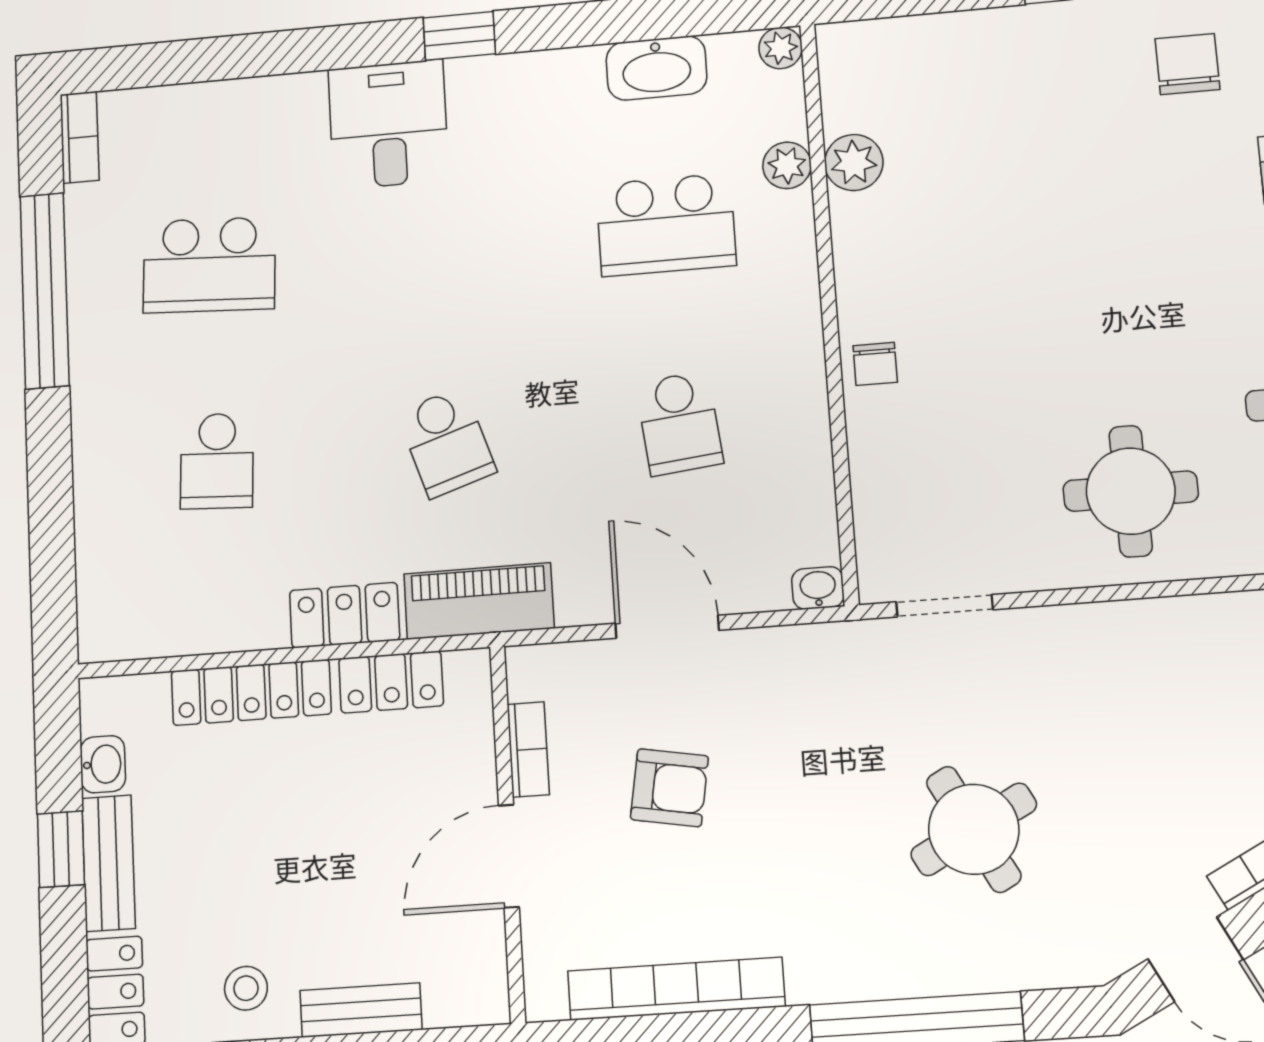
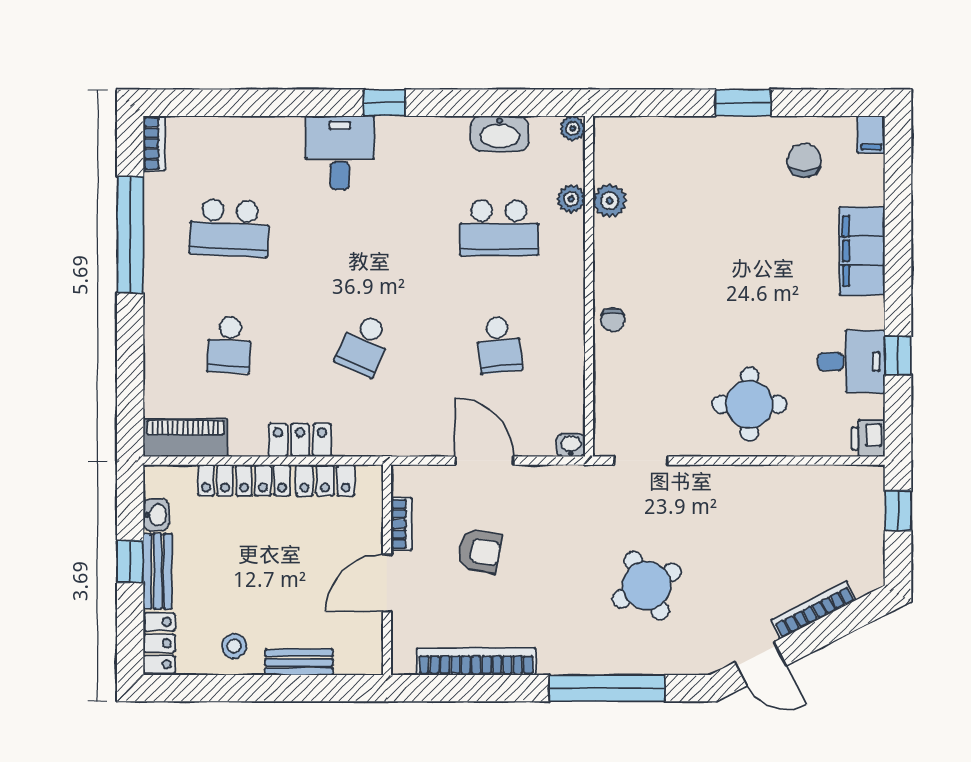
school desk: (446, 442) -> (364, 345), turned 42
piano: (479, 601) -> (185, 438), moved

